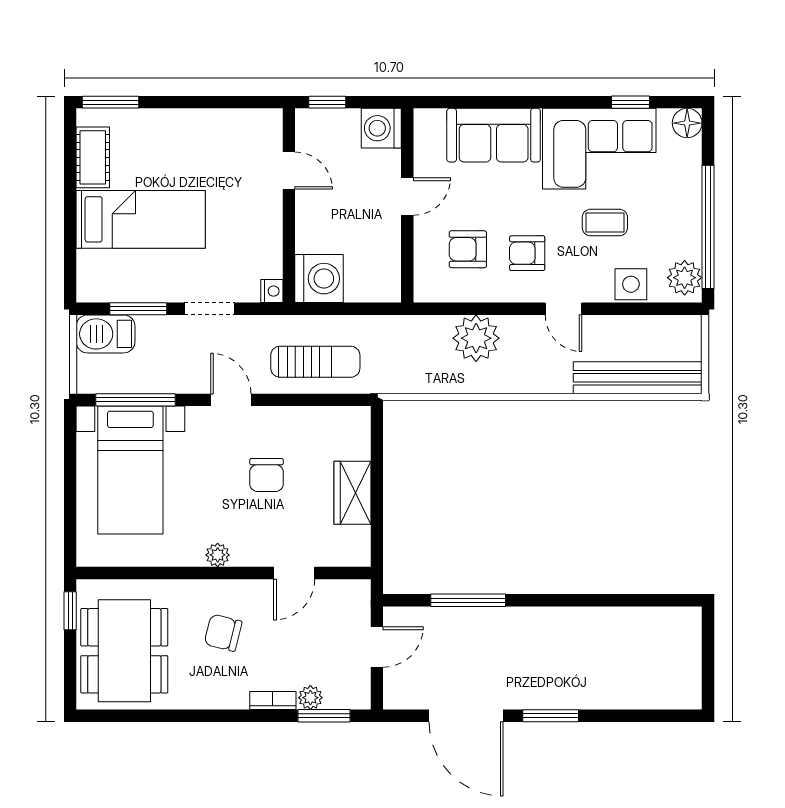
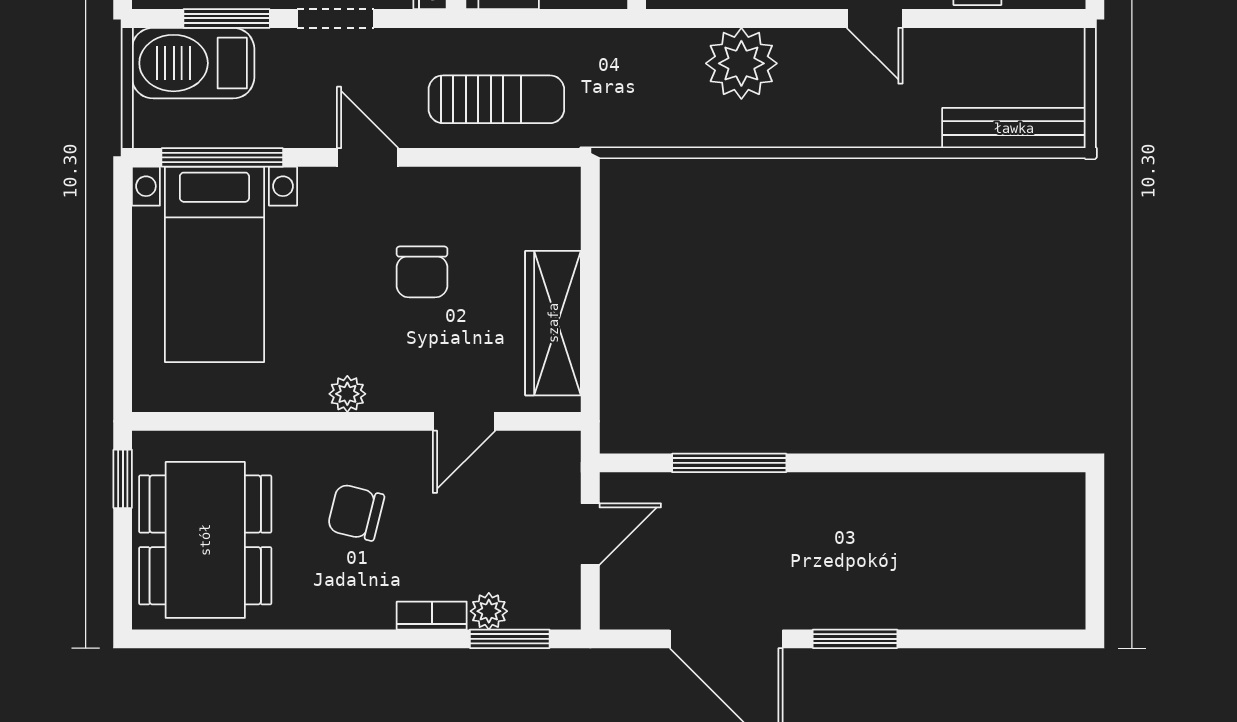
barbecue: (106, 334) -> (193, 63), width x1.37, depth x1.21
bench: (638, 378) -> (1014, 128), width x0.73, depth x0.82
wardrobe: (353, 493) -> (553, 323), width x1.50

